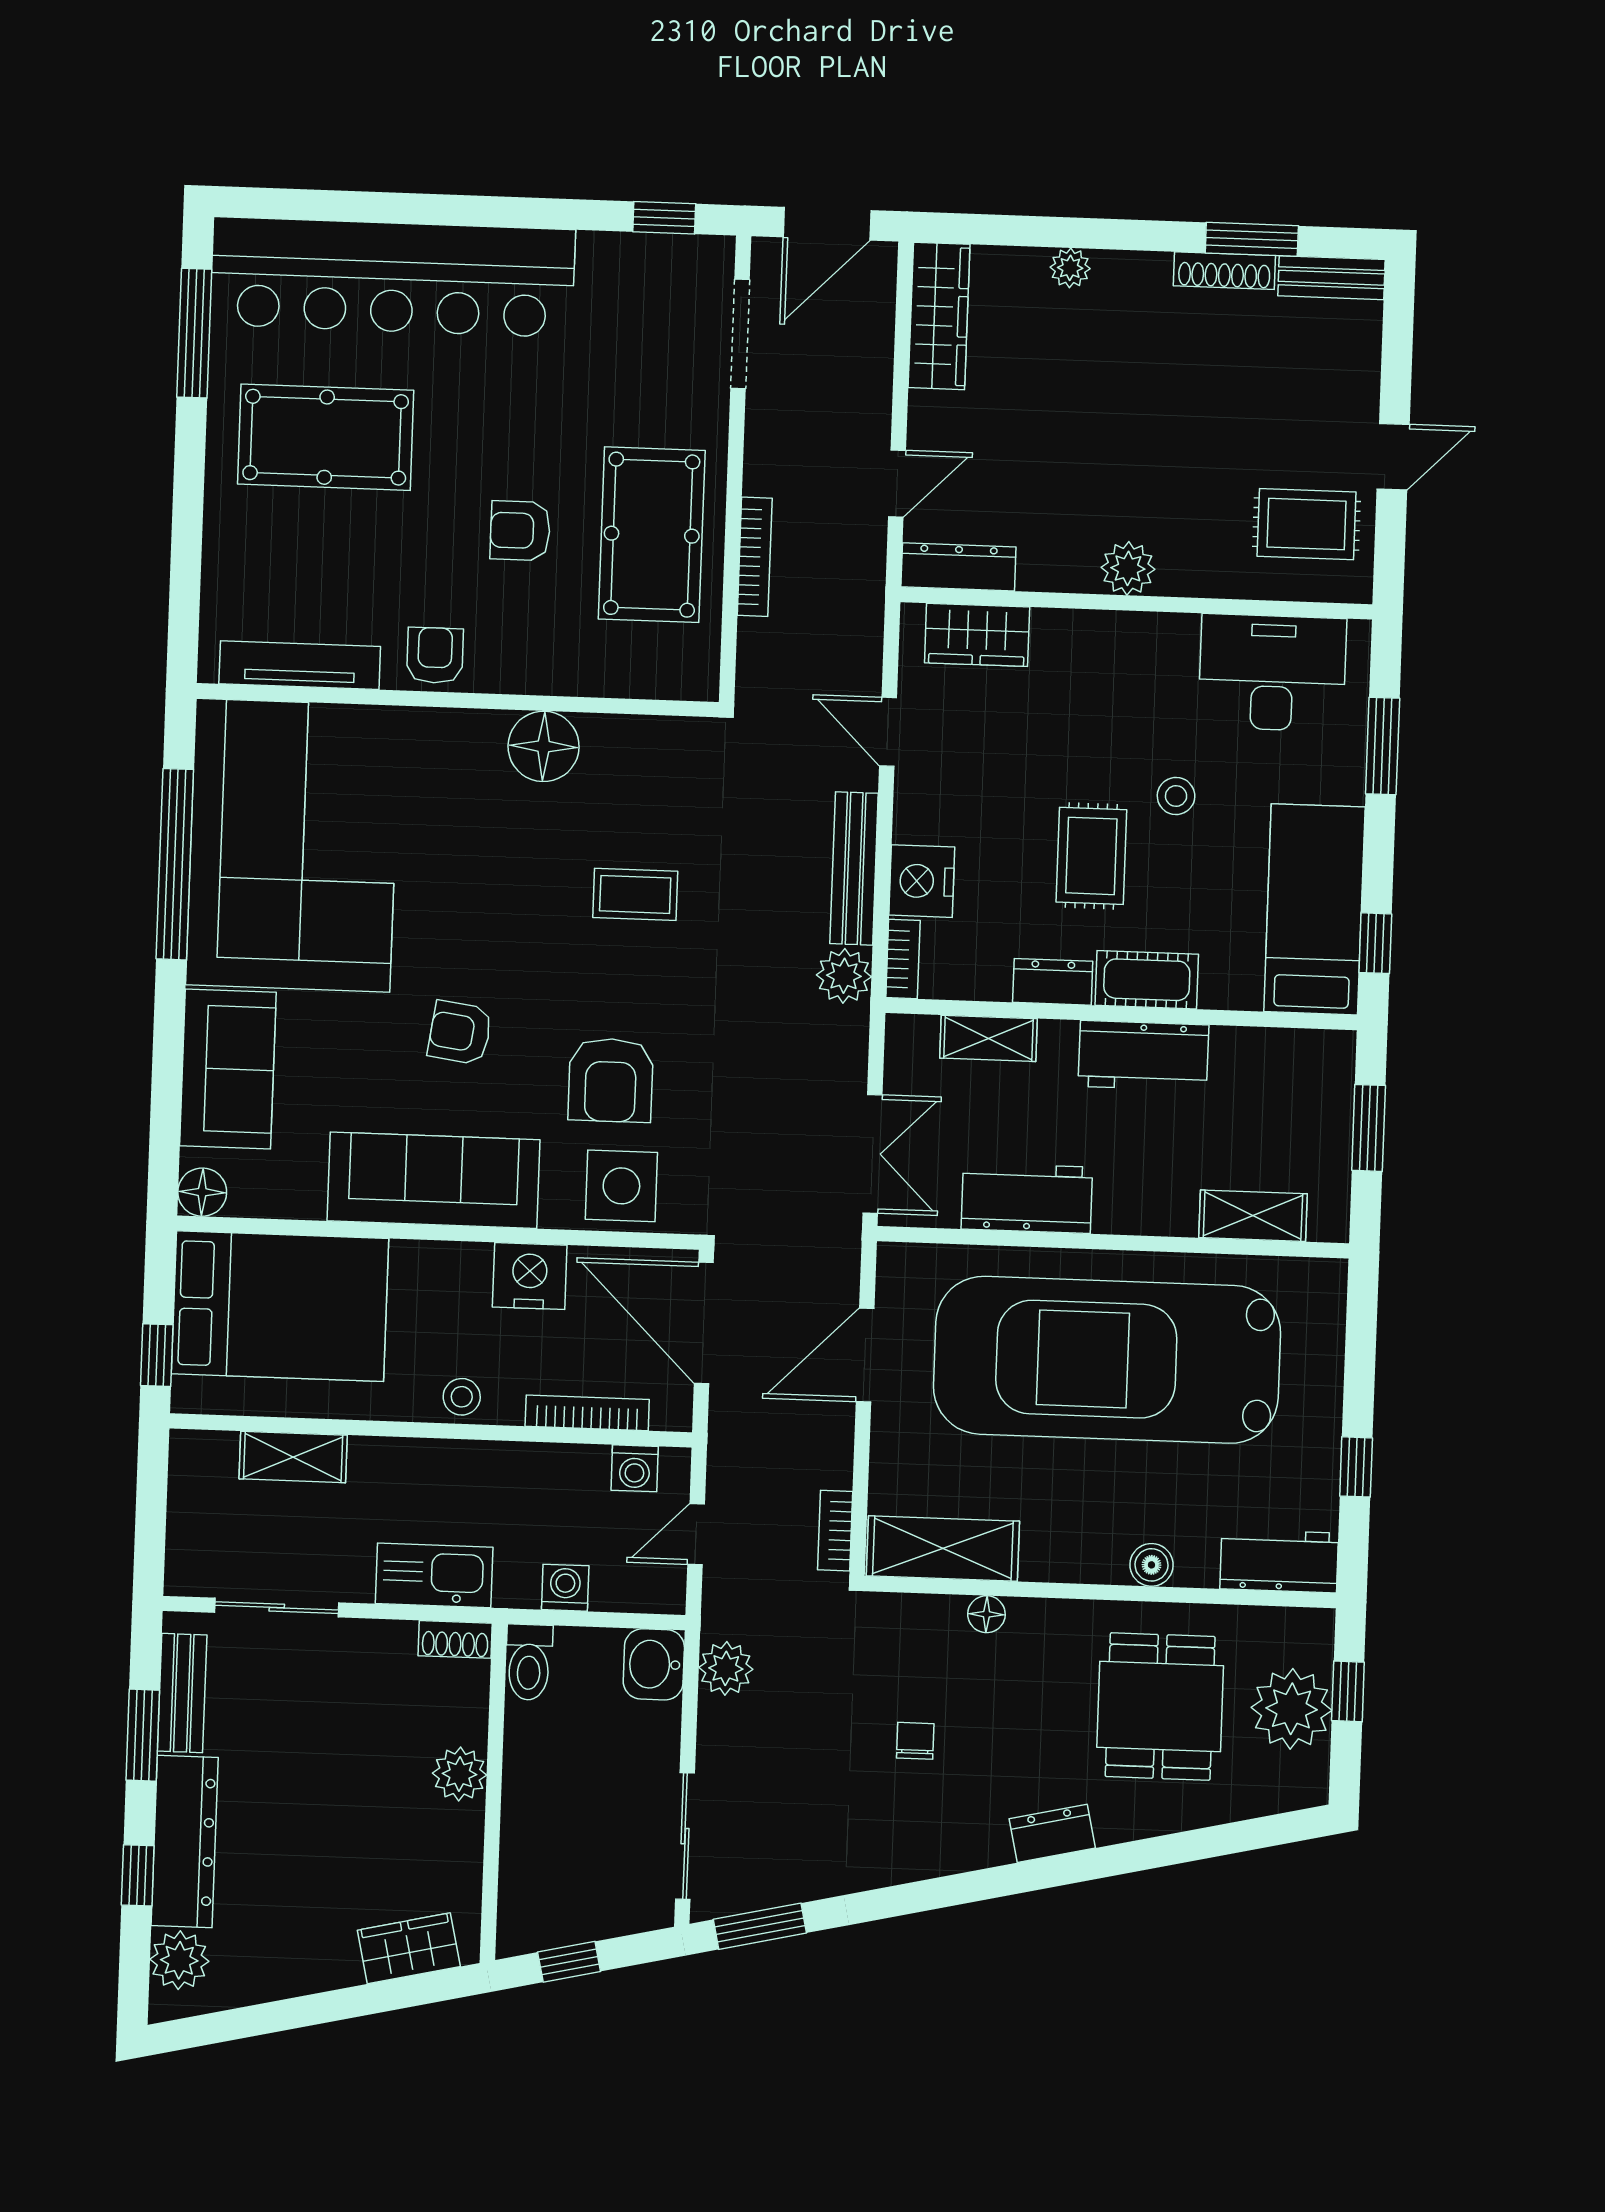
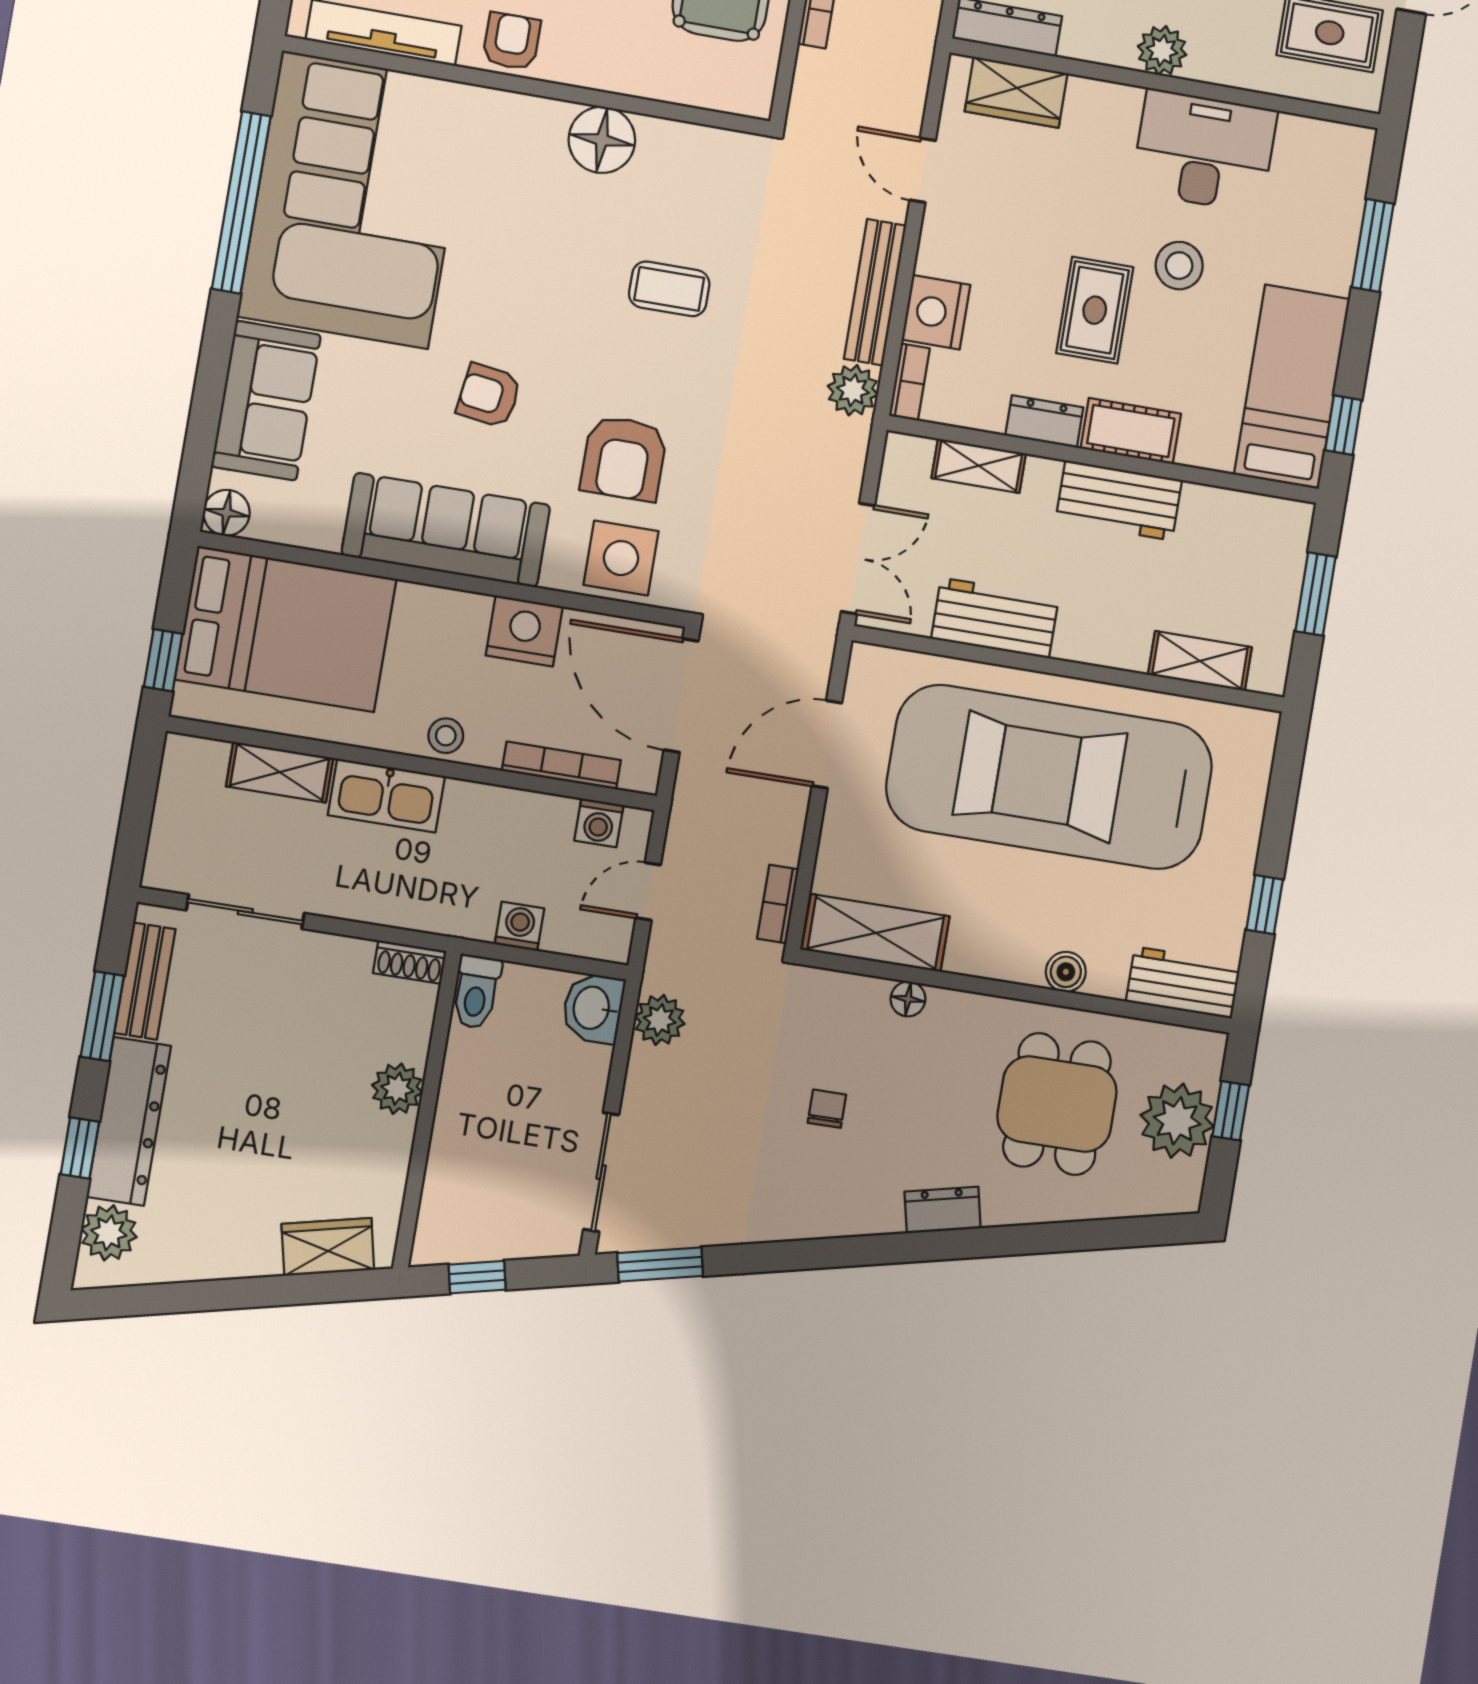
desk: (1272, 673) -> (1204, 151), moved
stool: (1176, 796) -> (1179, 266), width x1.37, depth x1.37
kitchen sink: (434, 1575) -> (386, 796), moved, turned 180

